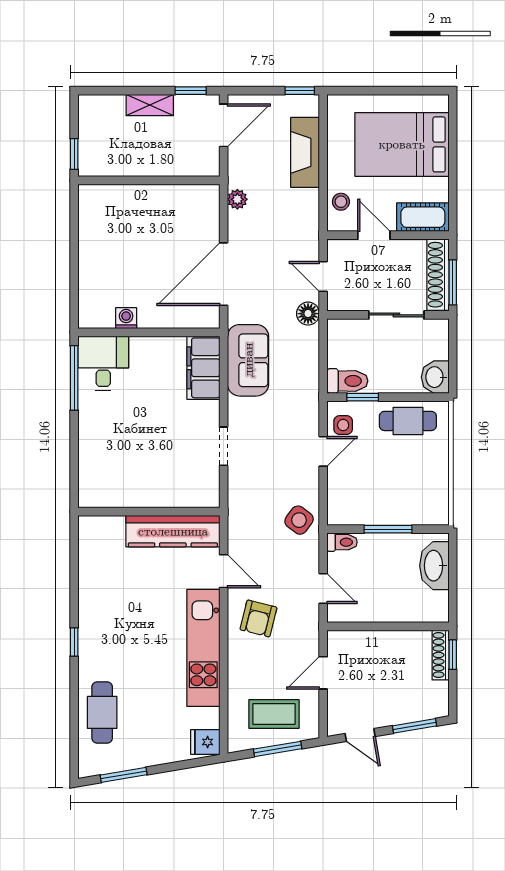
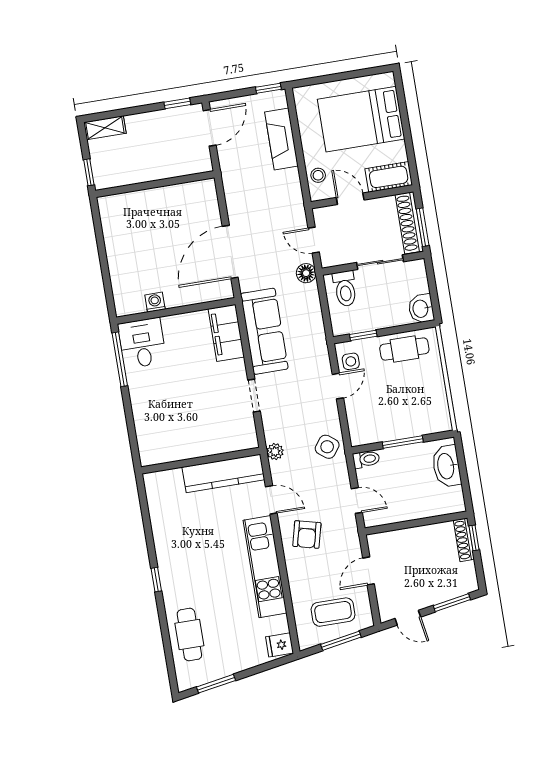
shelving: (150, 105) -> (105, 128), moved
plant: (237, 199) -> (275, 452), moved
sofa: (248, 360) -> (264, 331), width x1.36
toilet: (347, 381) -> (345, 289), moved, turned 90

